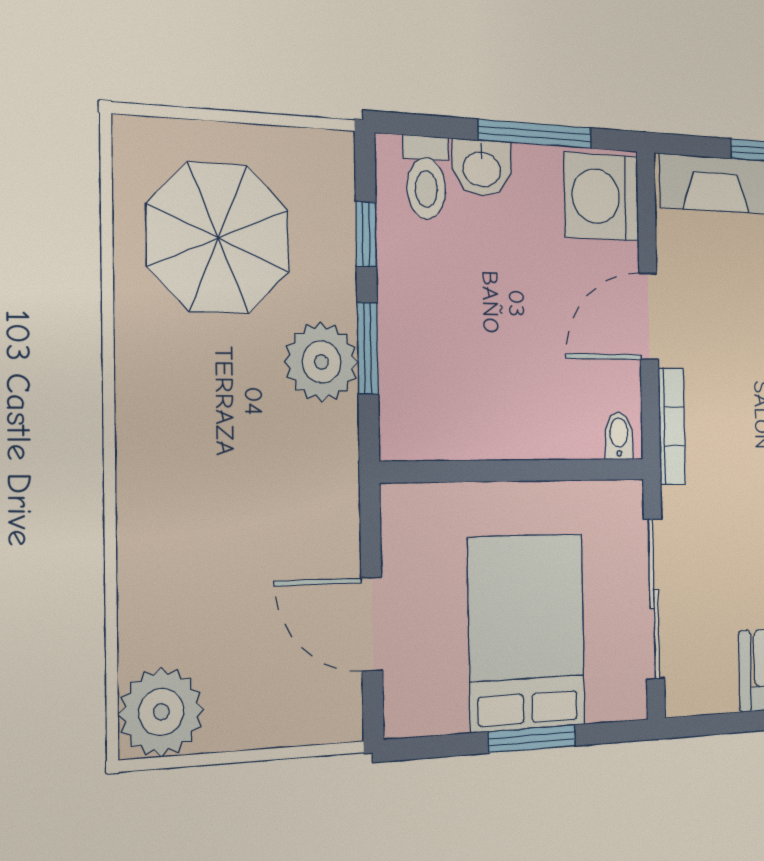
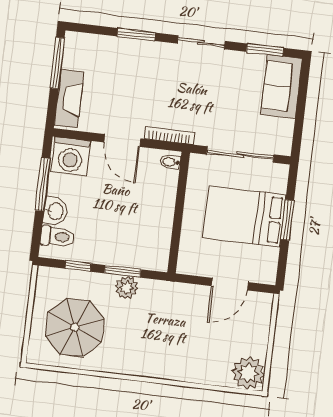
plant: (321, 362) -> (126, 287), width x0.73, depth x0.73

